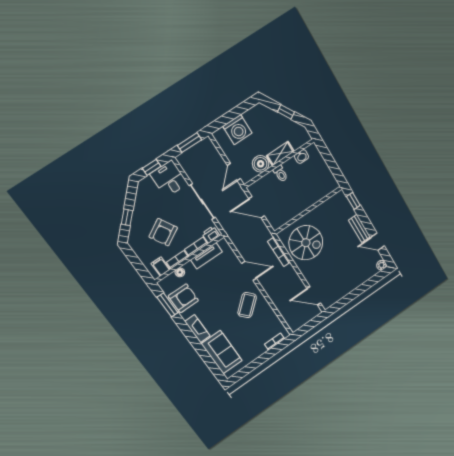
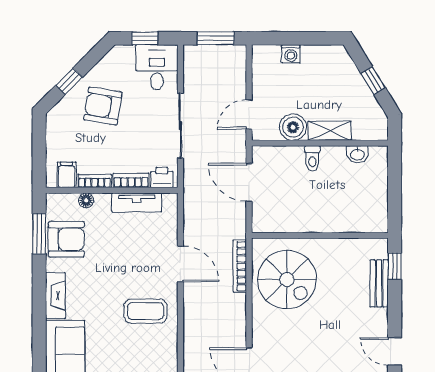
washing machine: (237, 130) -> (291, 54), width x0.53, depth x0.53
bench: (359, 229) -> (379, 283), moved
armchair: (163, 232) -> (103, 106), moved, turned 39
coffee table: (247, 305) -> (146, 311), turned 42

